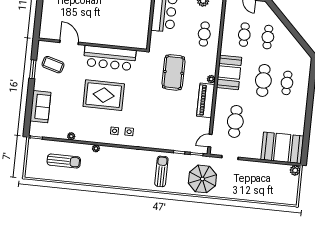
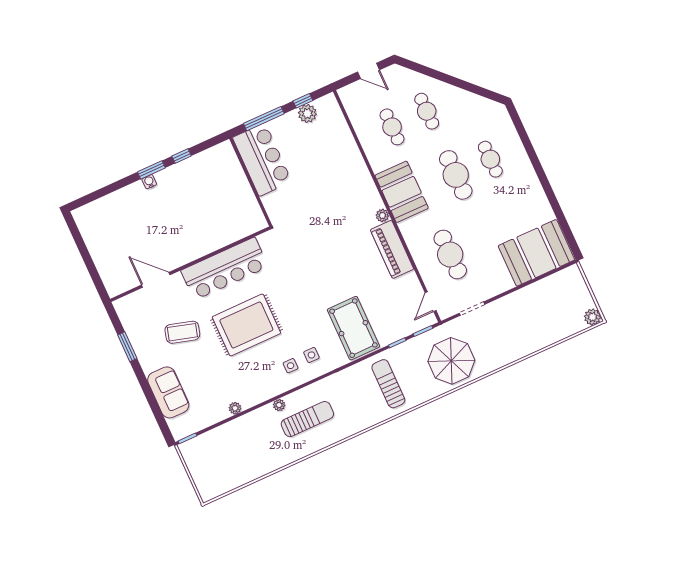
cafe table: (204, 34) -> (336, 159), removed
coffee table: (53, 65) -> (182, 332), moved
pool table: (173, 72) -> (353, 328), moved
sun lounger: (64, 161) -> (307, 419), moved
plant: (295, 170) -> (592, 317), moved

